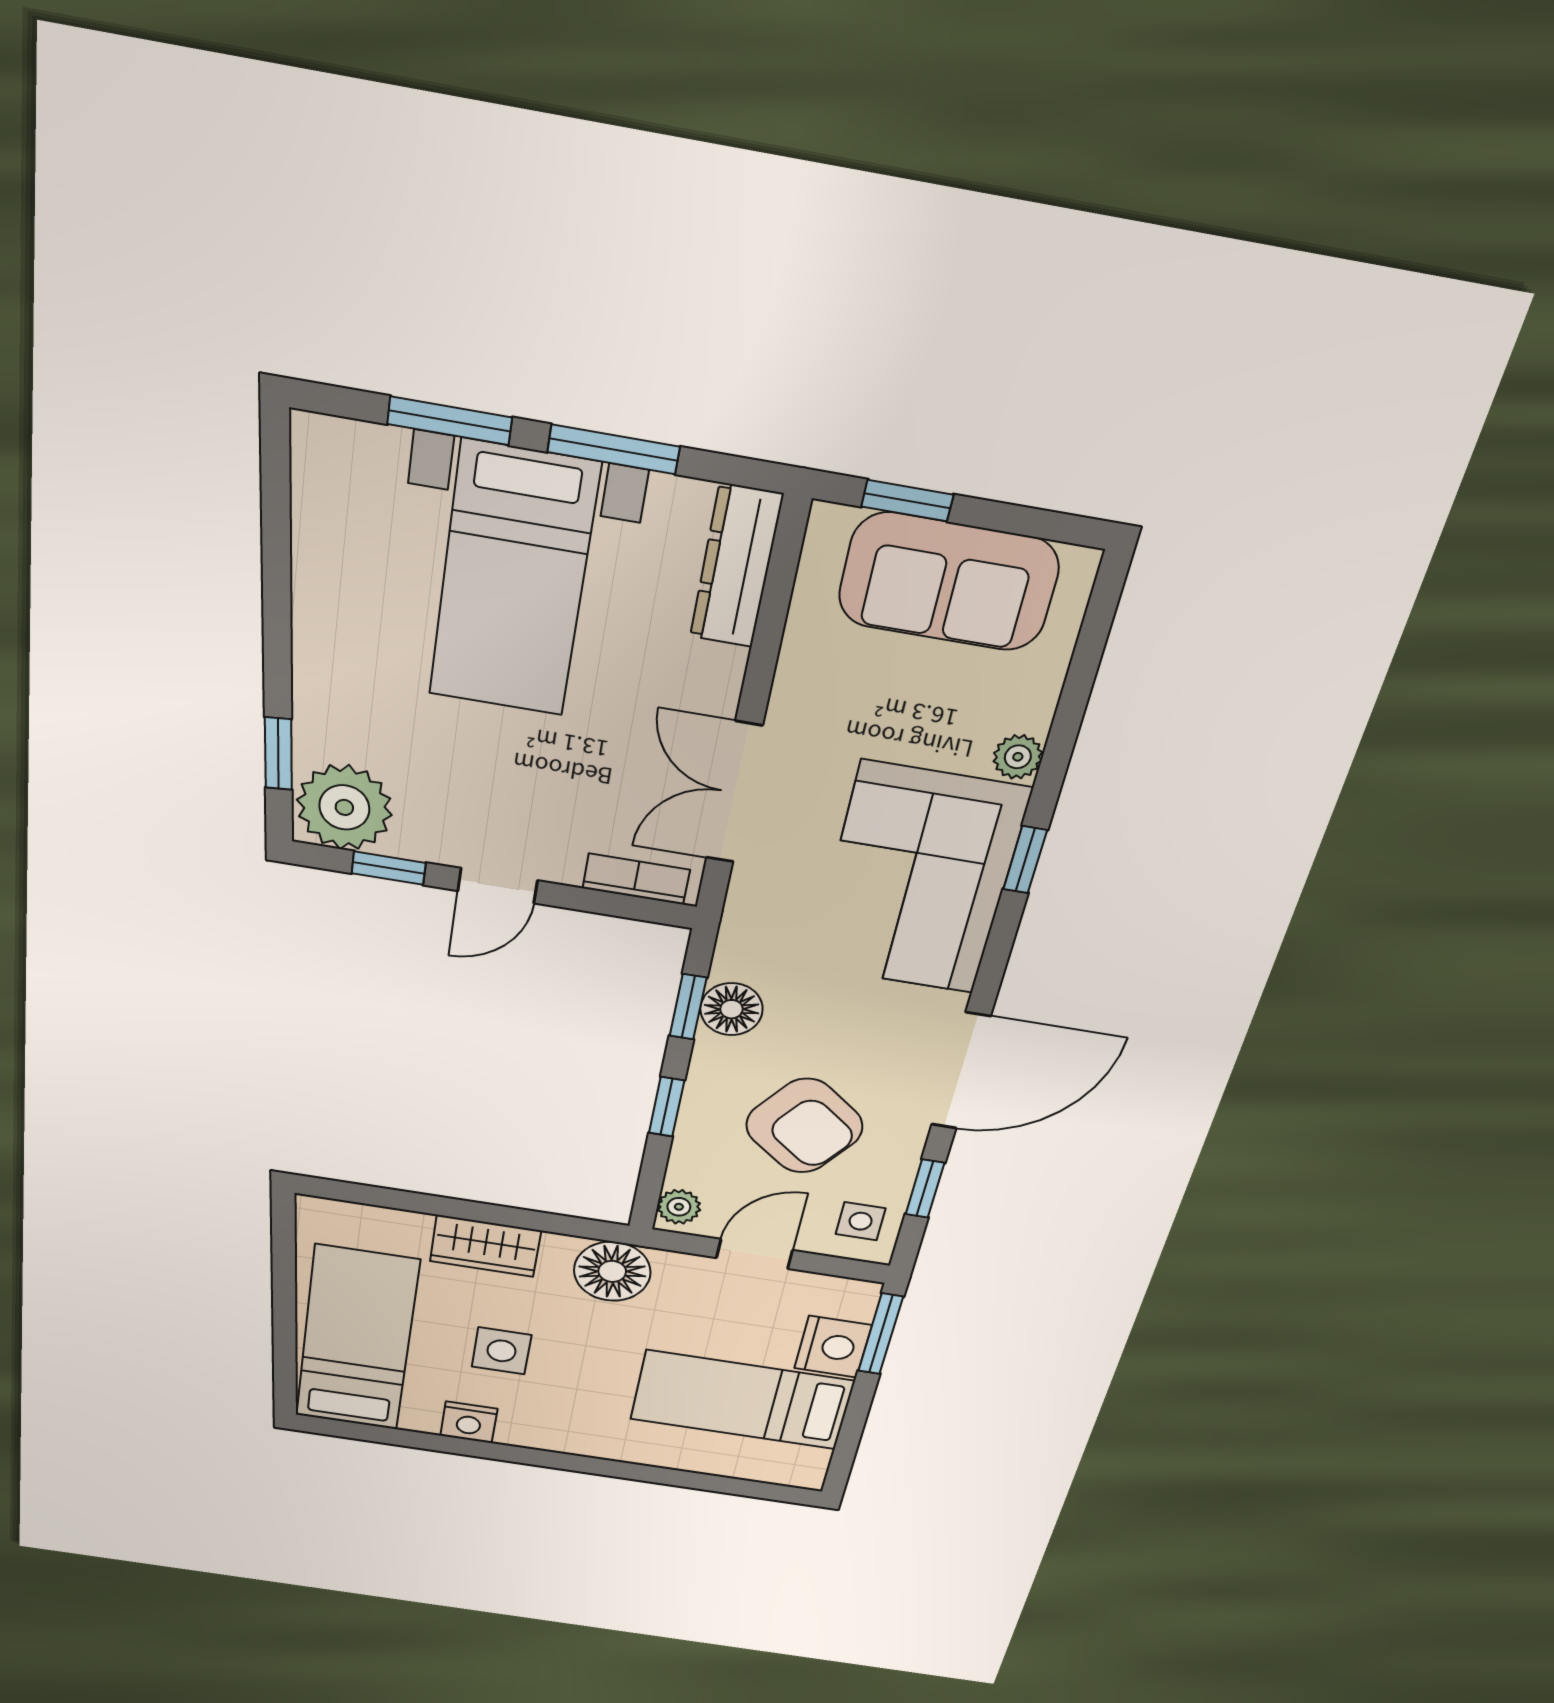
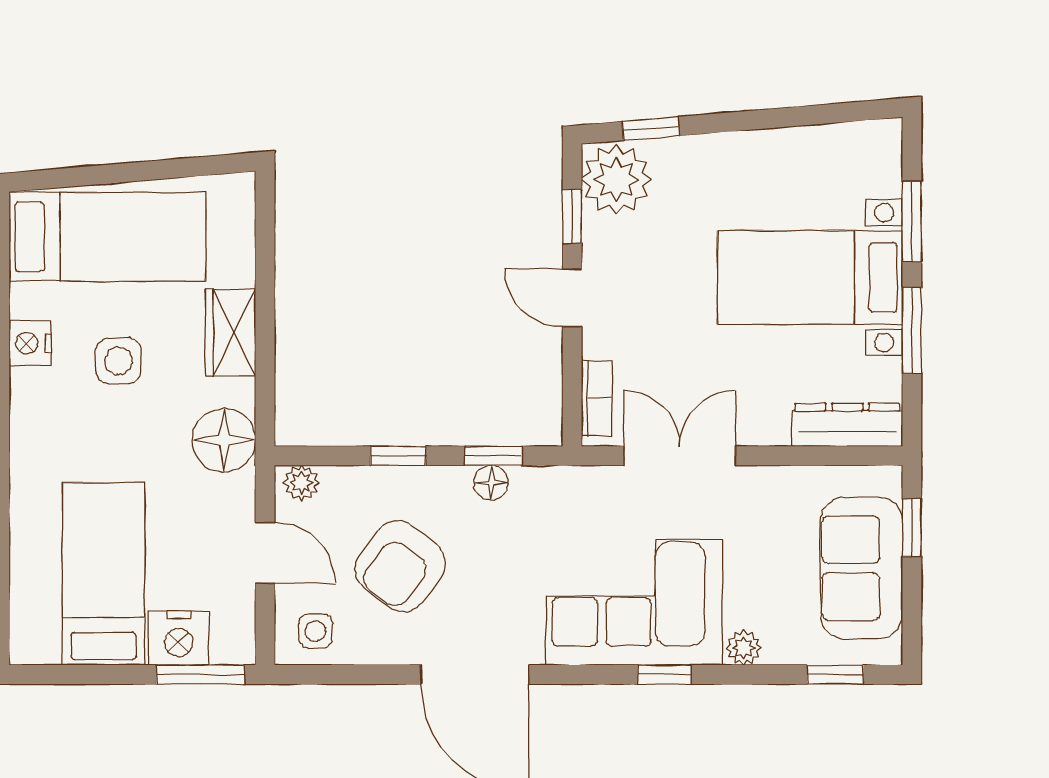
floor lamp: (731, 1009) -> (491, 482), width x0.73, depth x0.73
window: (925, 1189) -> (835, 674), moved

